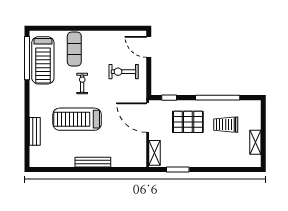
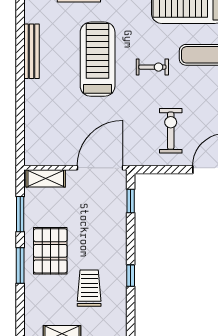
window: (218, 98) -> (131, 276), width x0.32
pallet: (188, 122) -> (50, 251), moved
bench: (93, 162) -> (31, 51), moved
window: (211, 170) -> (20, 265), added

